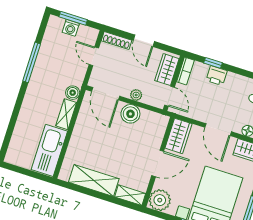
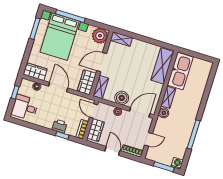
washing machine: (71, 28) -> (177, 163), moved
door: (94, 56) -> (149, 139), hinge flipped
door: (106, 94) -> (140, 112), hinge flipped
shelving: (159, 129) -> (101, 87), added
shelving: (94, 180) -> (162, 66), moved, turned 90

